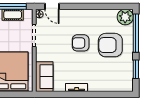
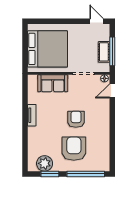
plant: (125, 17) -> (45, 163), moved
sofa: (44, 77) -> (53, 83), moved

